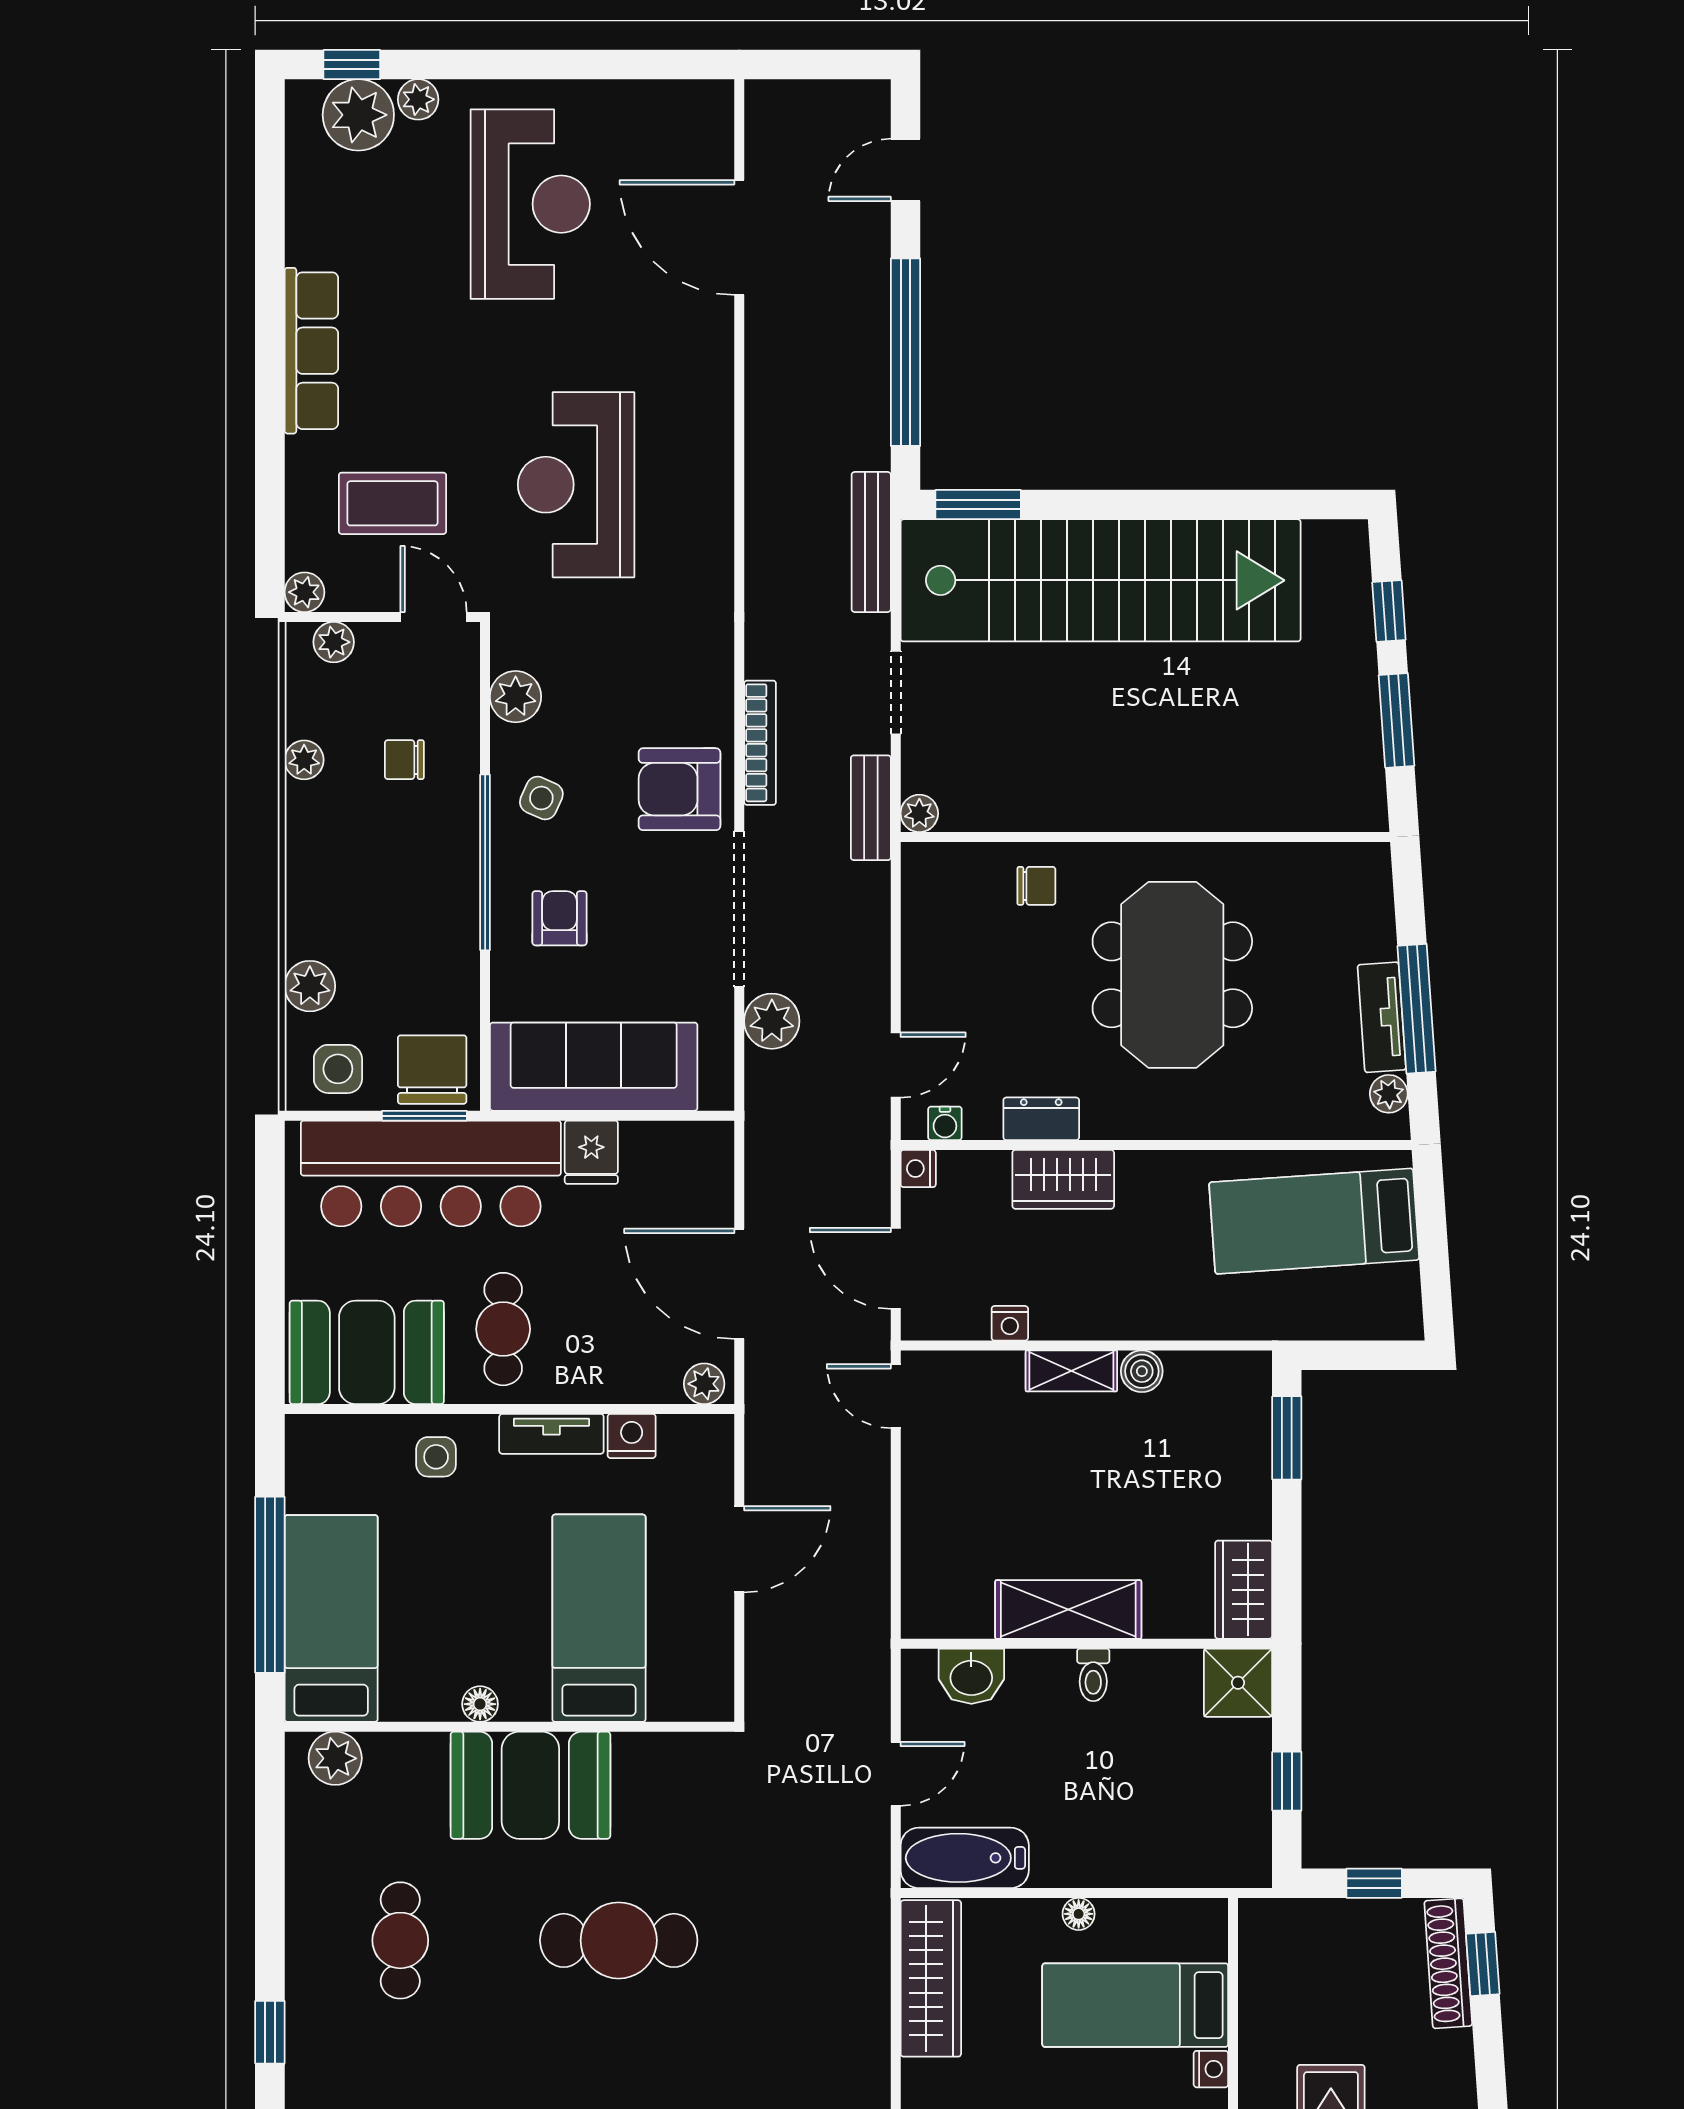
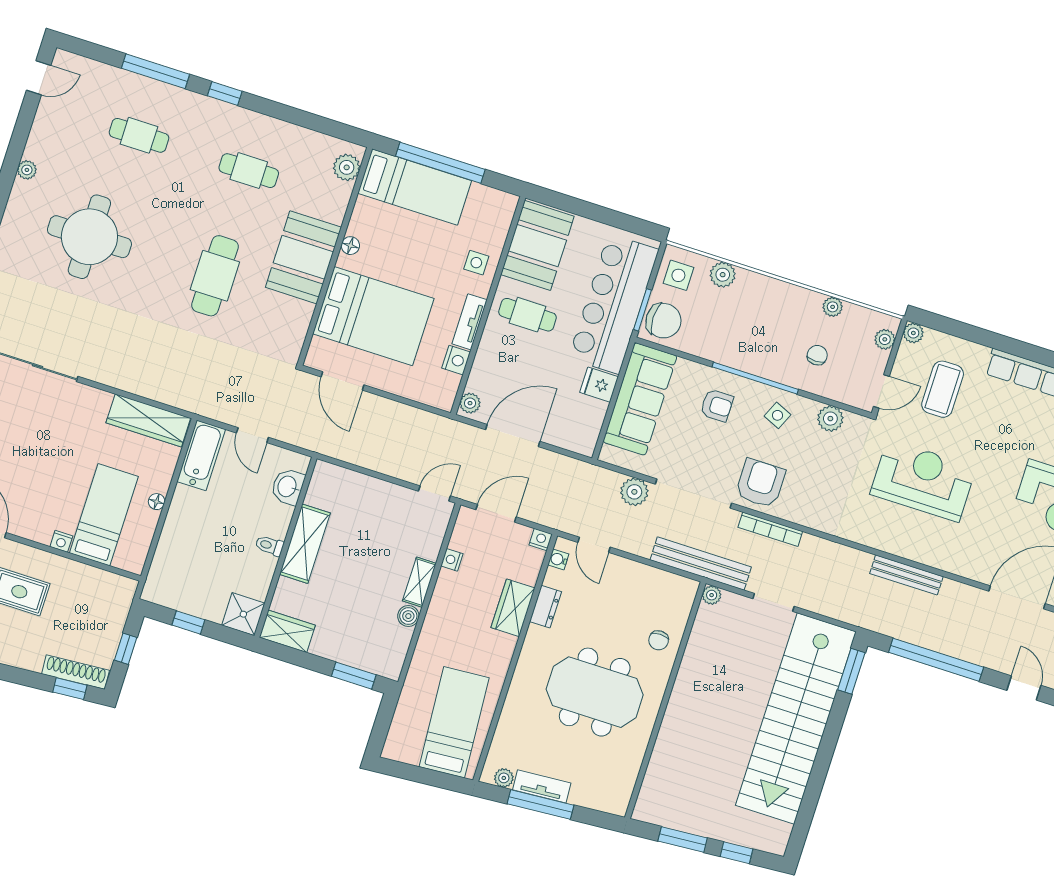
bench: (871, 542) -> (906, 575), moved
bench: (871, 808) -> (701, 564), width x1.86, depth x1.21
door: (739, 1549) -> (342, 381), moved
bed: (599, 1618) -> (373, 316), width x1.50

